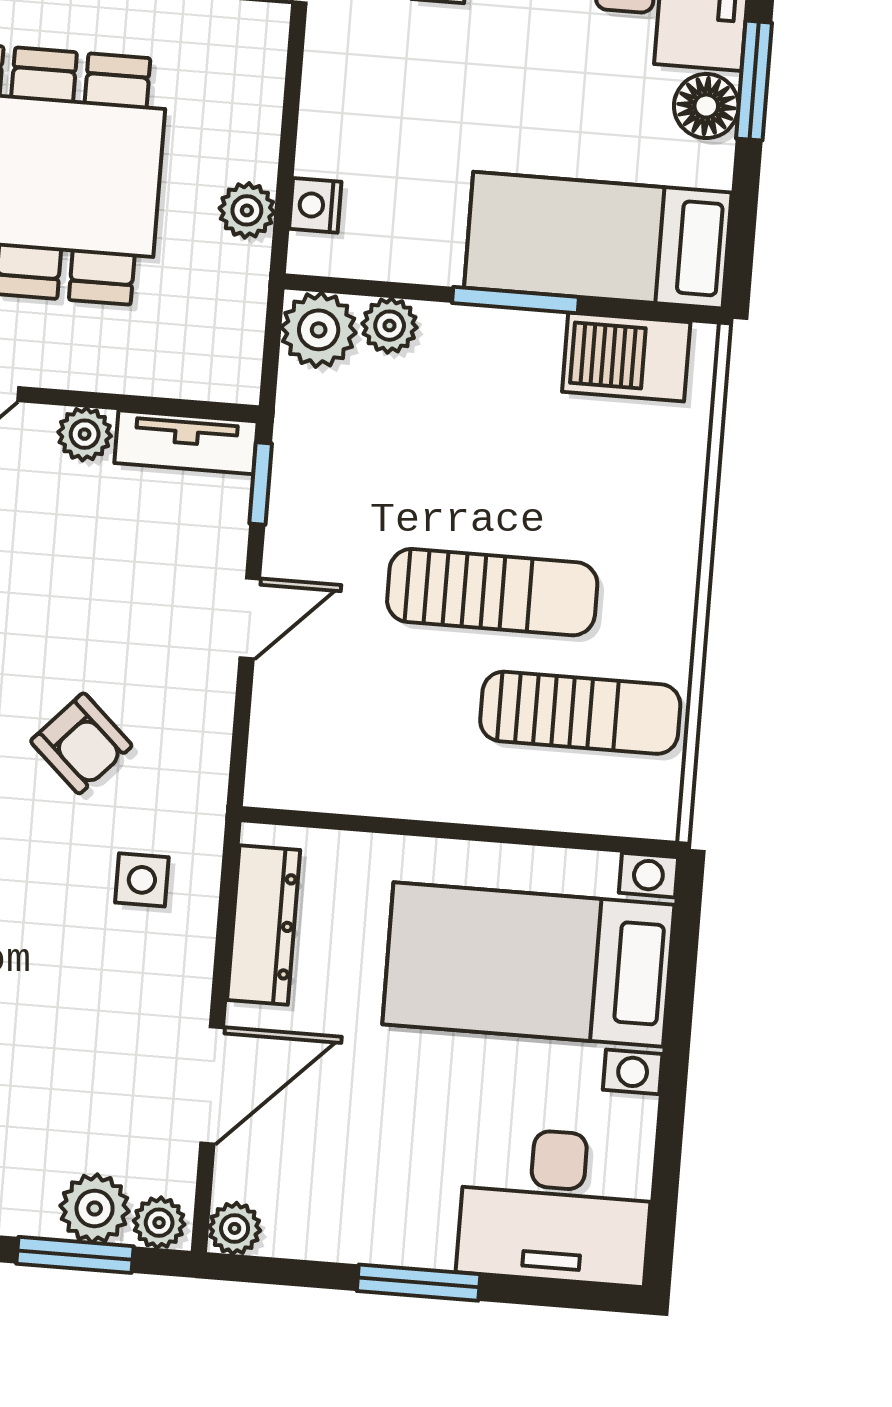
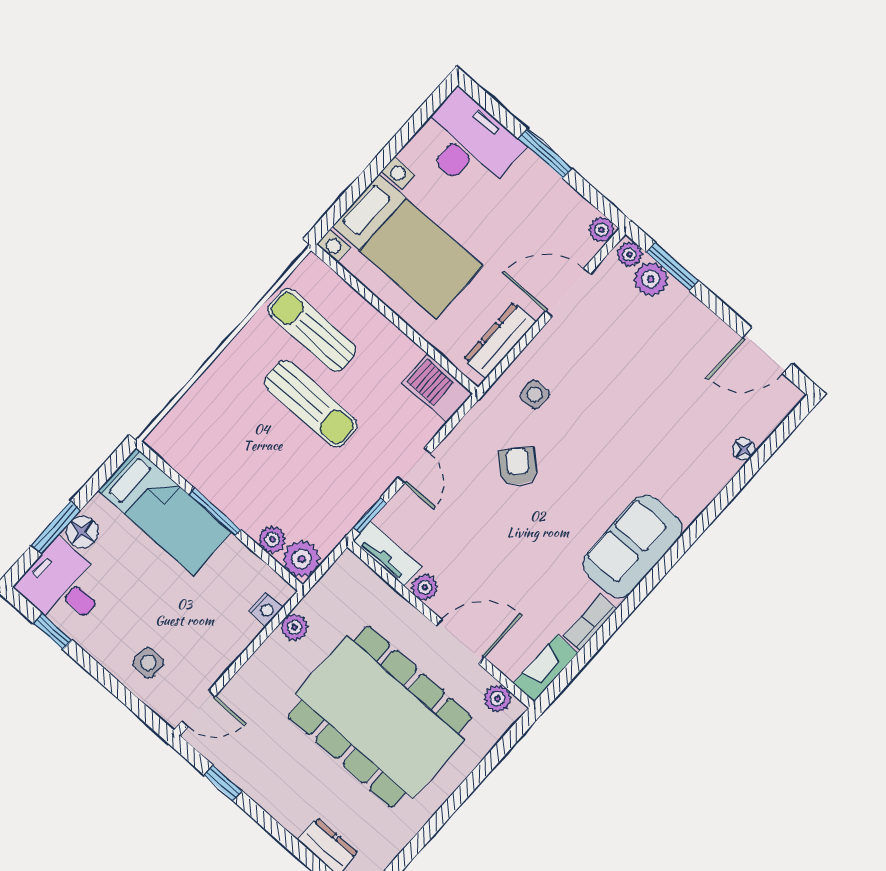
barbecue: (626, 357) -> (437, 388), moved, turned 180
sun lounger: (492, 592) -> (311, 404), turned 180
door: (250, 618) -> (414, 466), swing flipped

